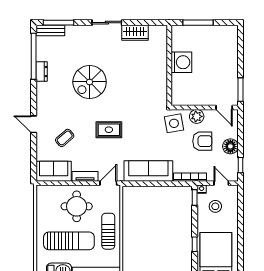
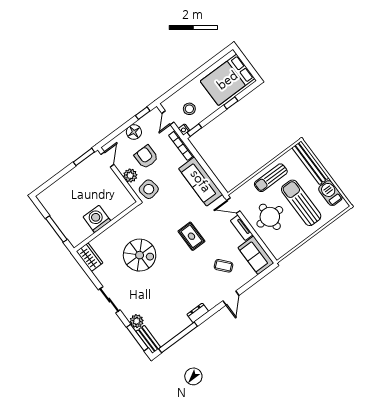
plant: (73, 32) -> (137, 321), added
wardrobe: (135, 33) -> (90, 257), moved
dresser: (42, 72) -> (198, 313), moved
spiral stairs: (90, 82) -> (140, 255), moved

